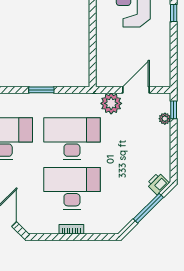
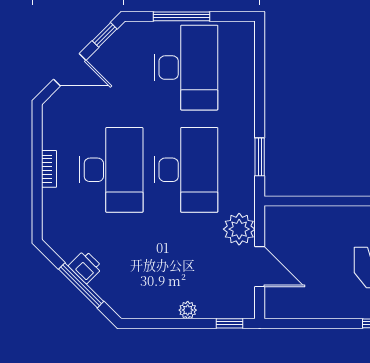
window: (41, 90) -> (260, 157), moved
plant: (165, 119) -> (188, 310), moved
printer: (158, 183) -> (86, 267), moved

